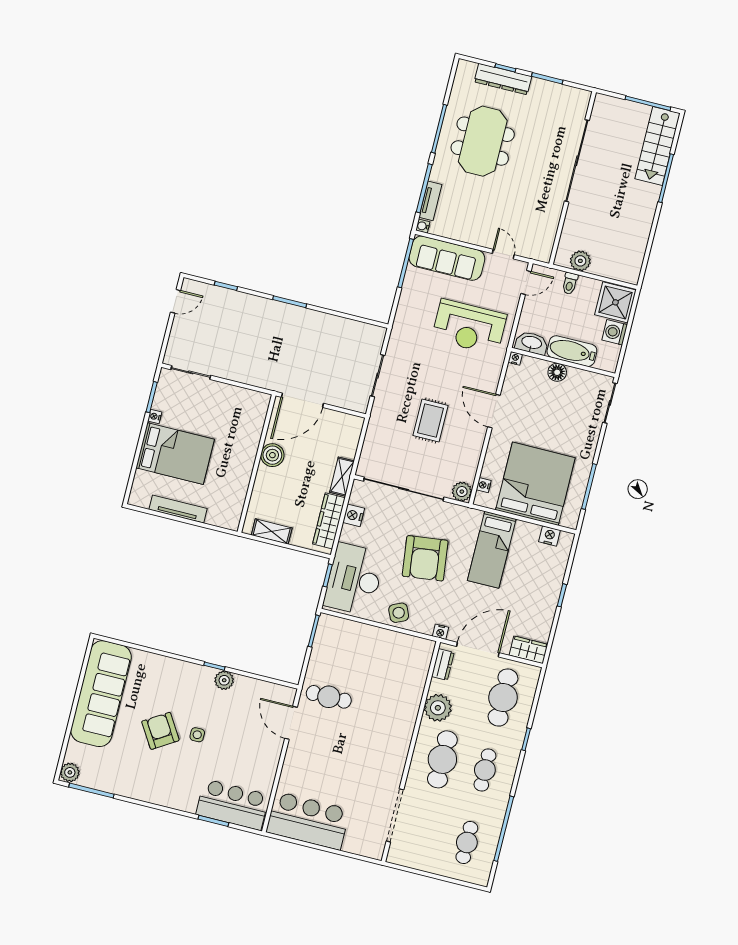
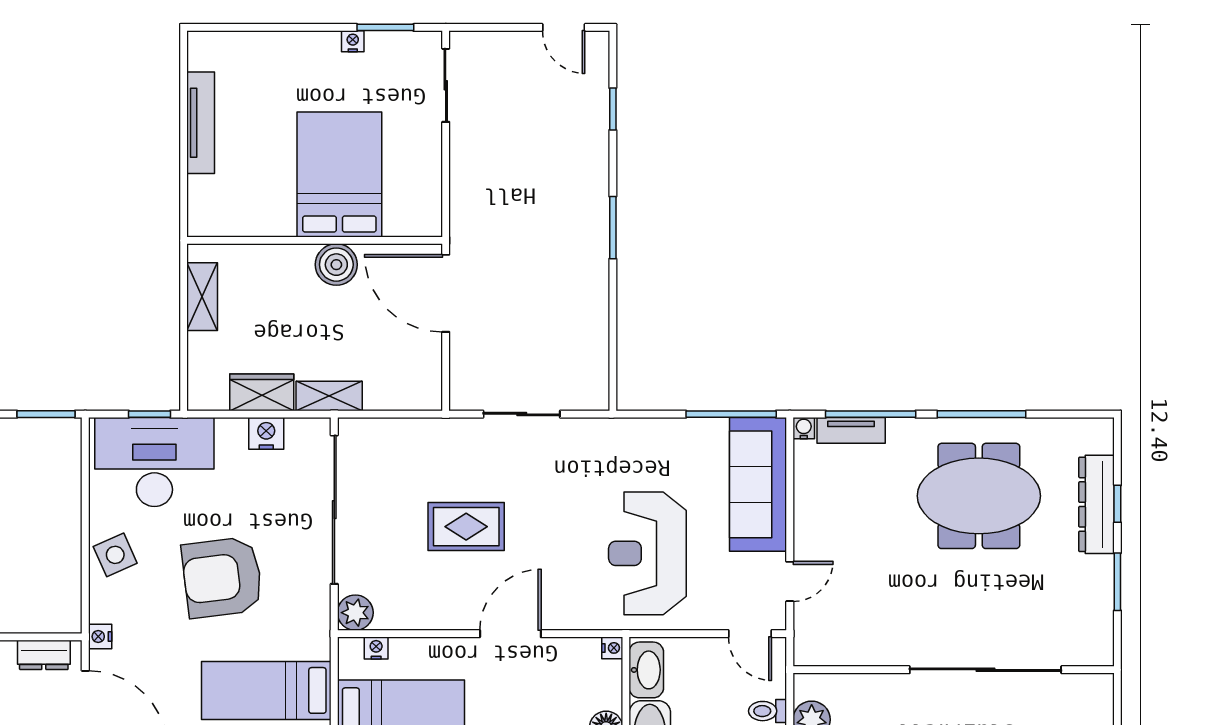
bed: (175, 454) -> (339, 175), moved, turned 180
wardrobe: (329, 521) -> (262, 392), width x0.67

